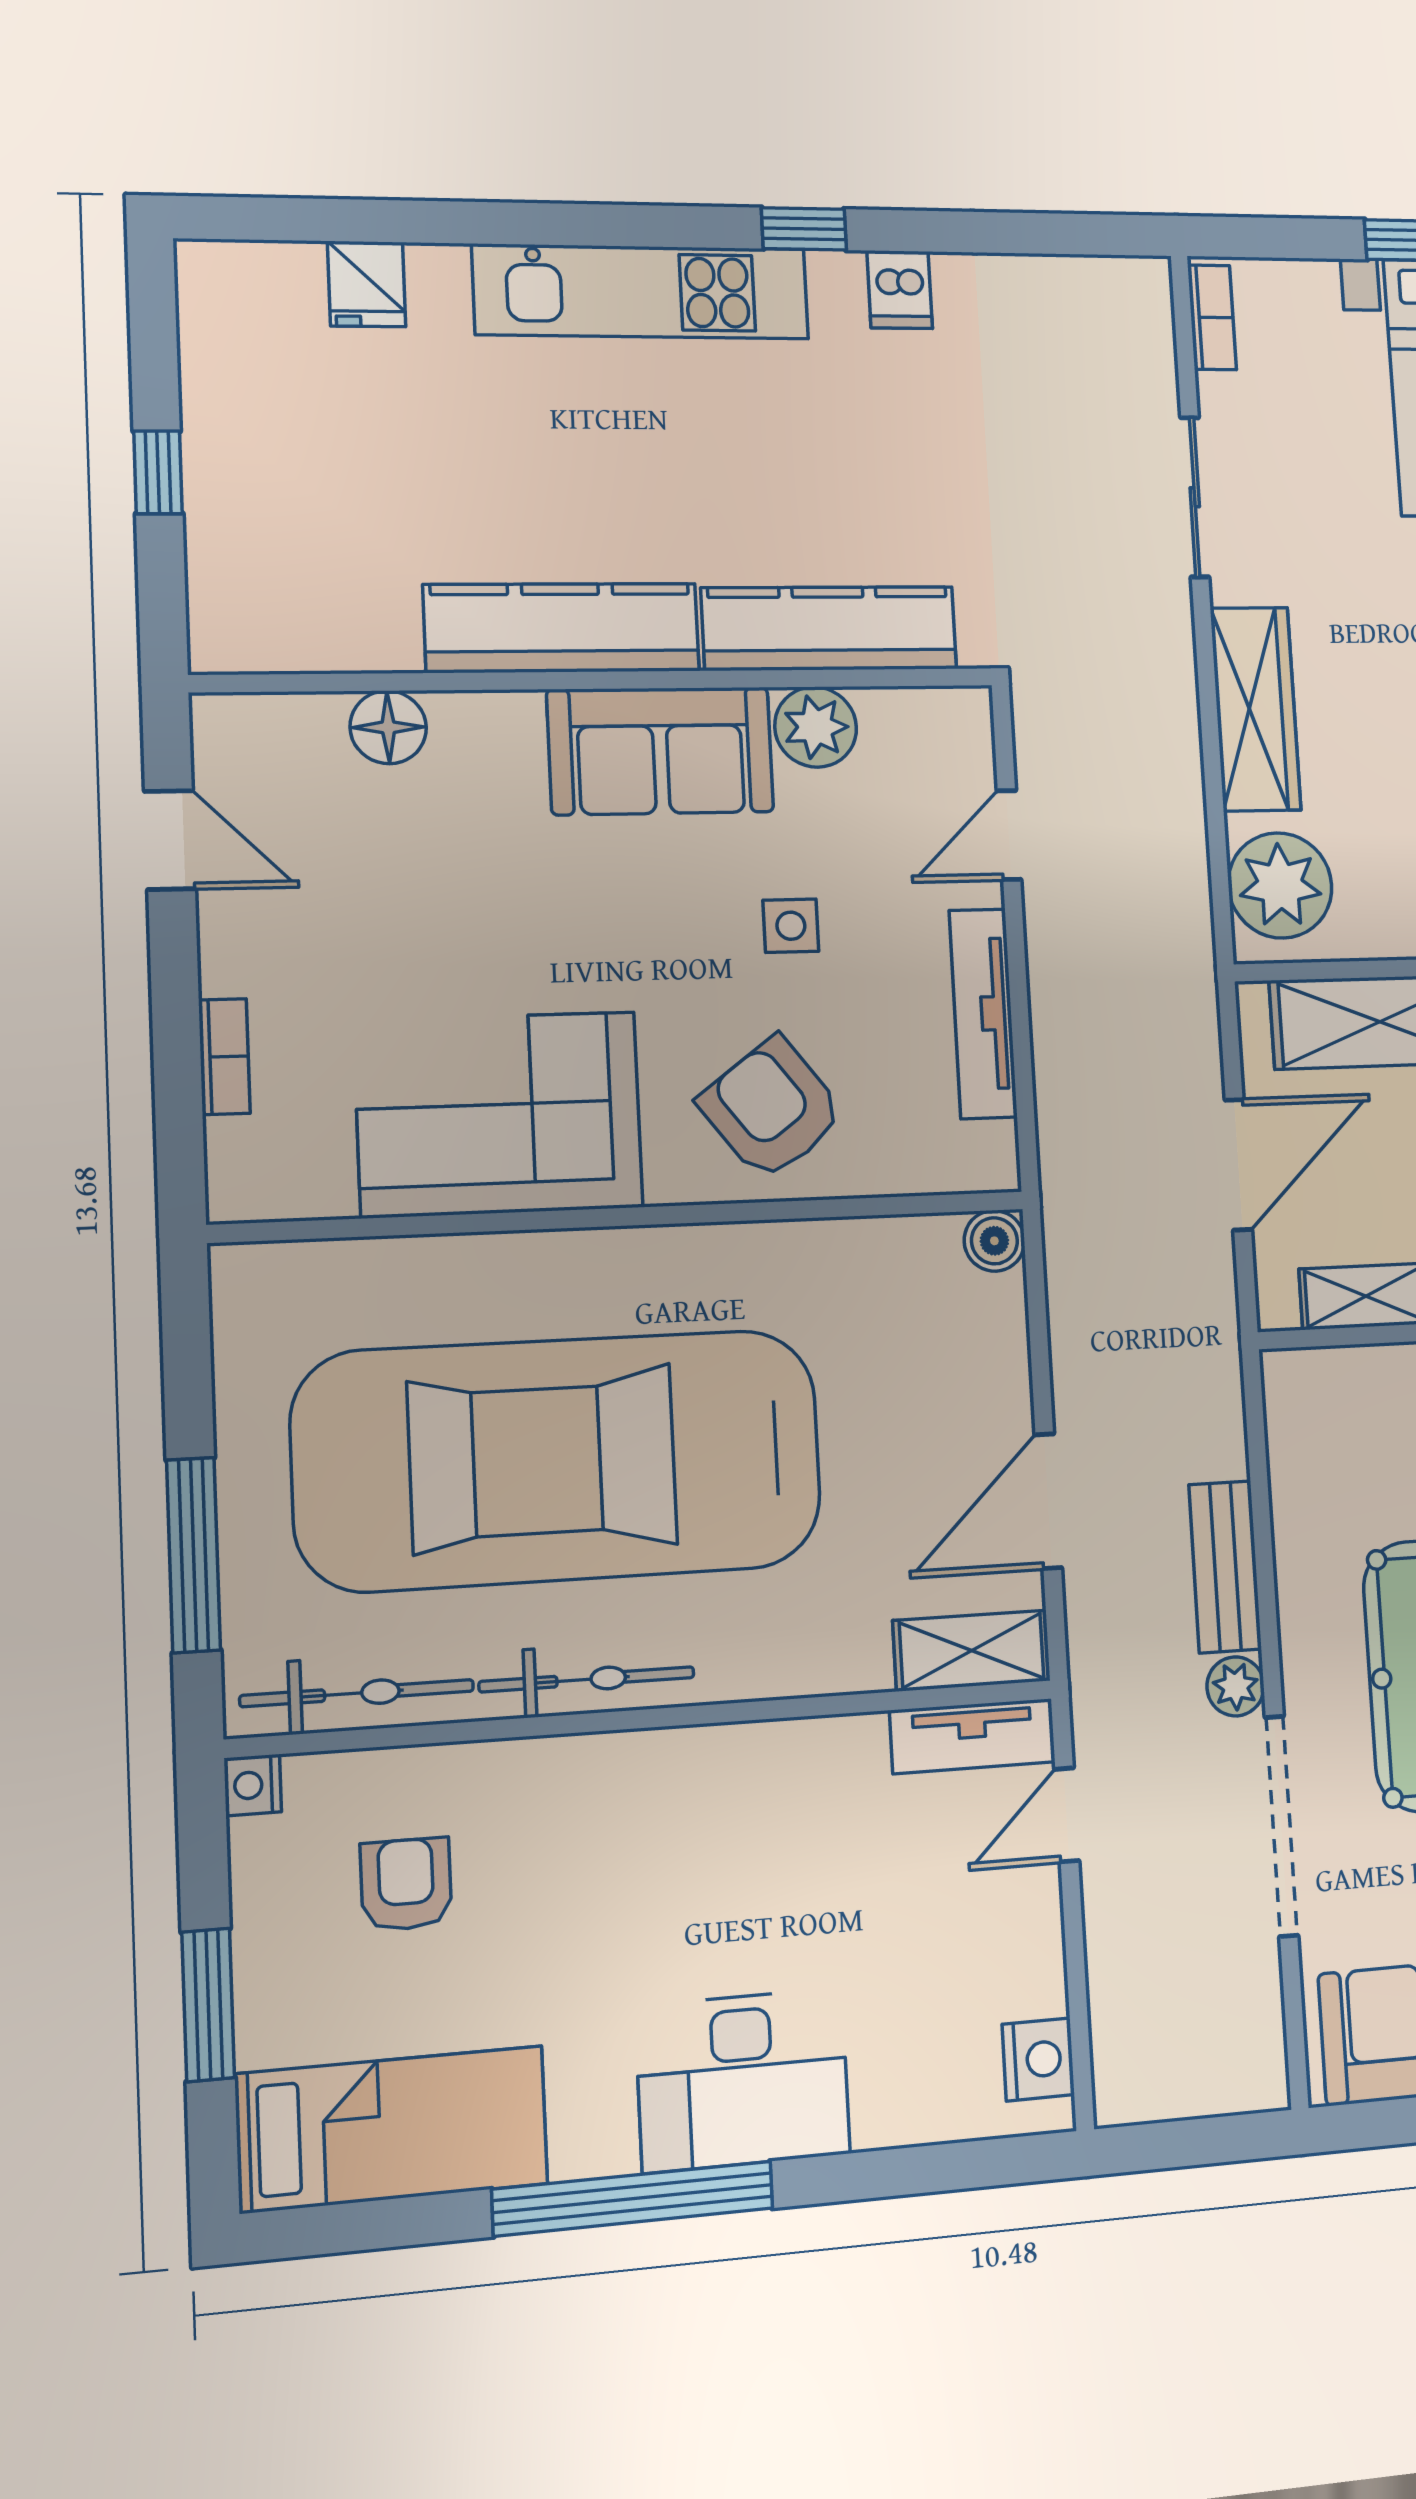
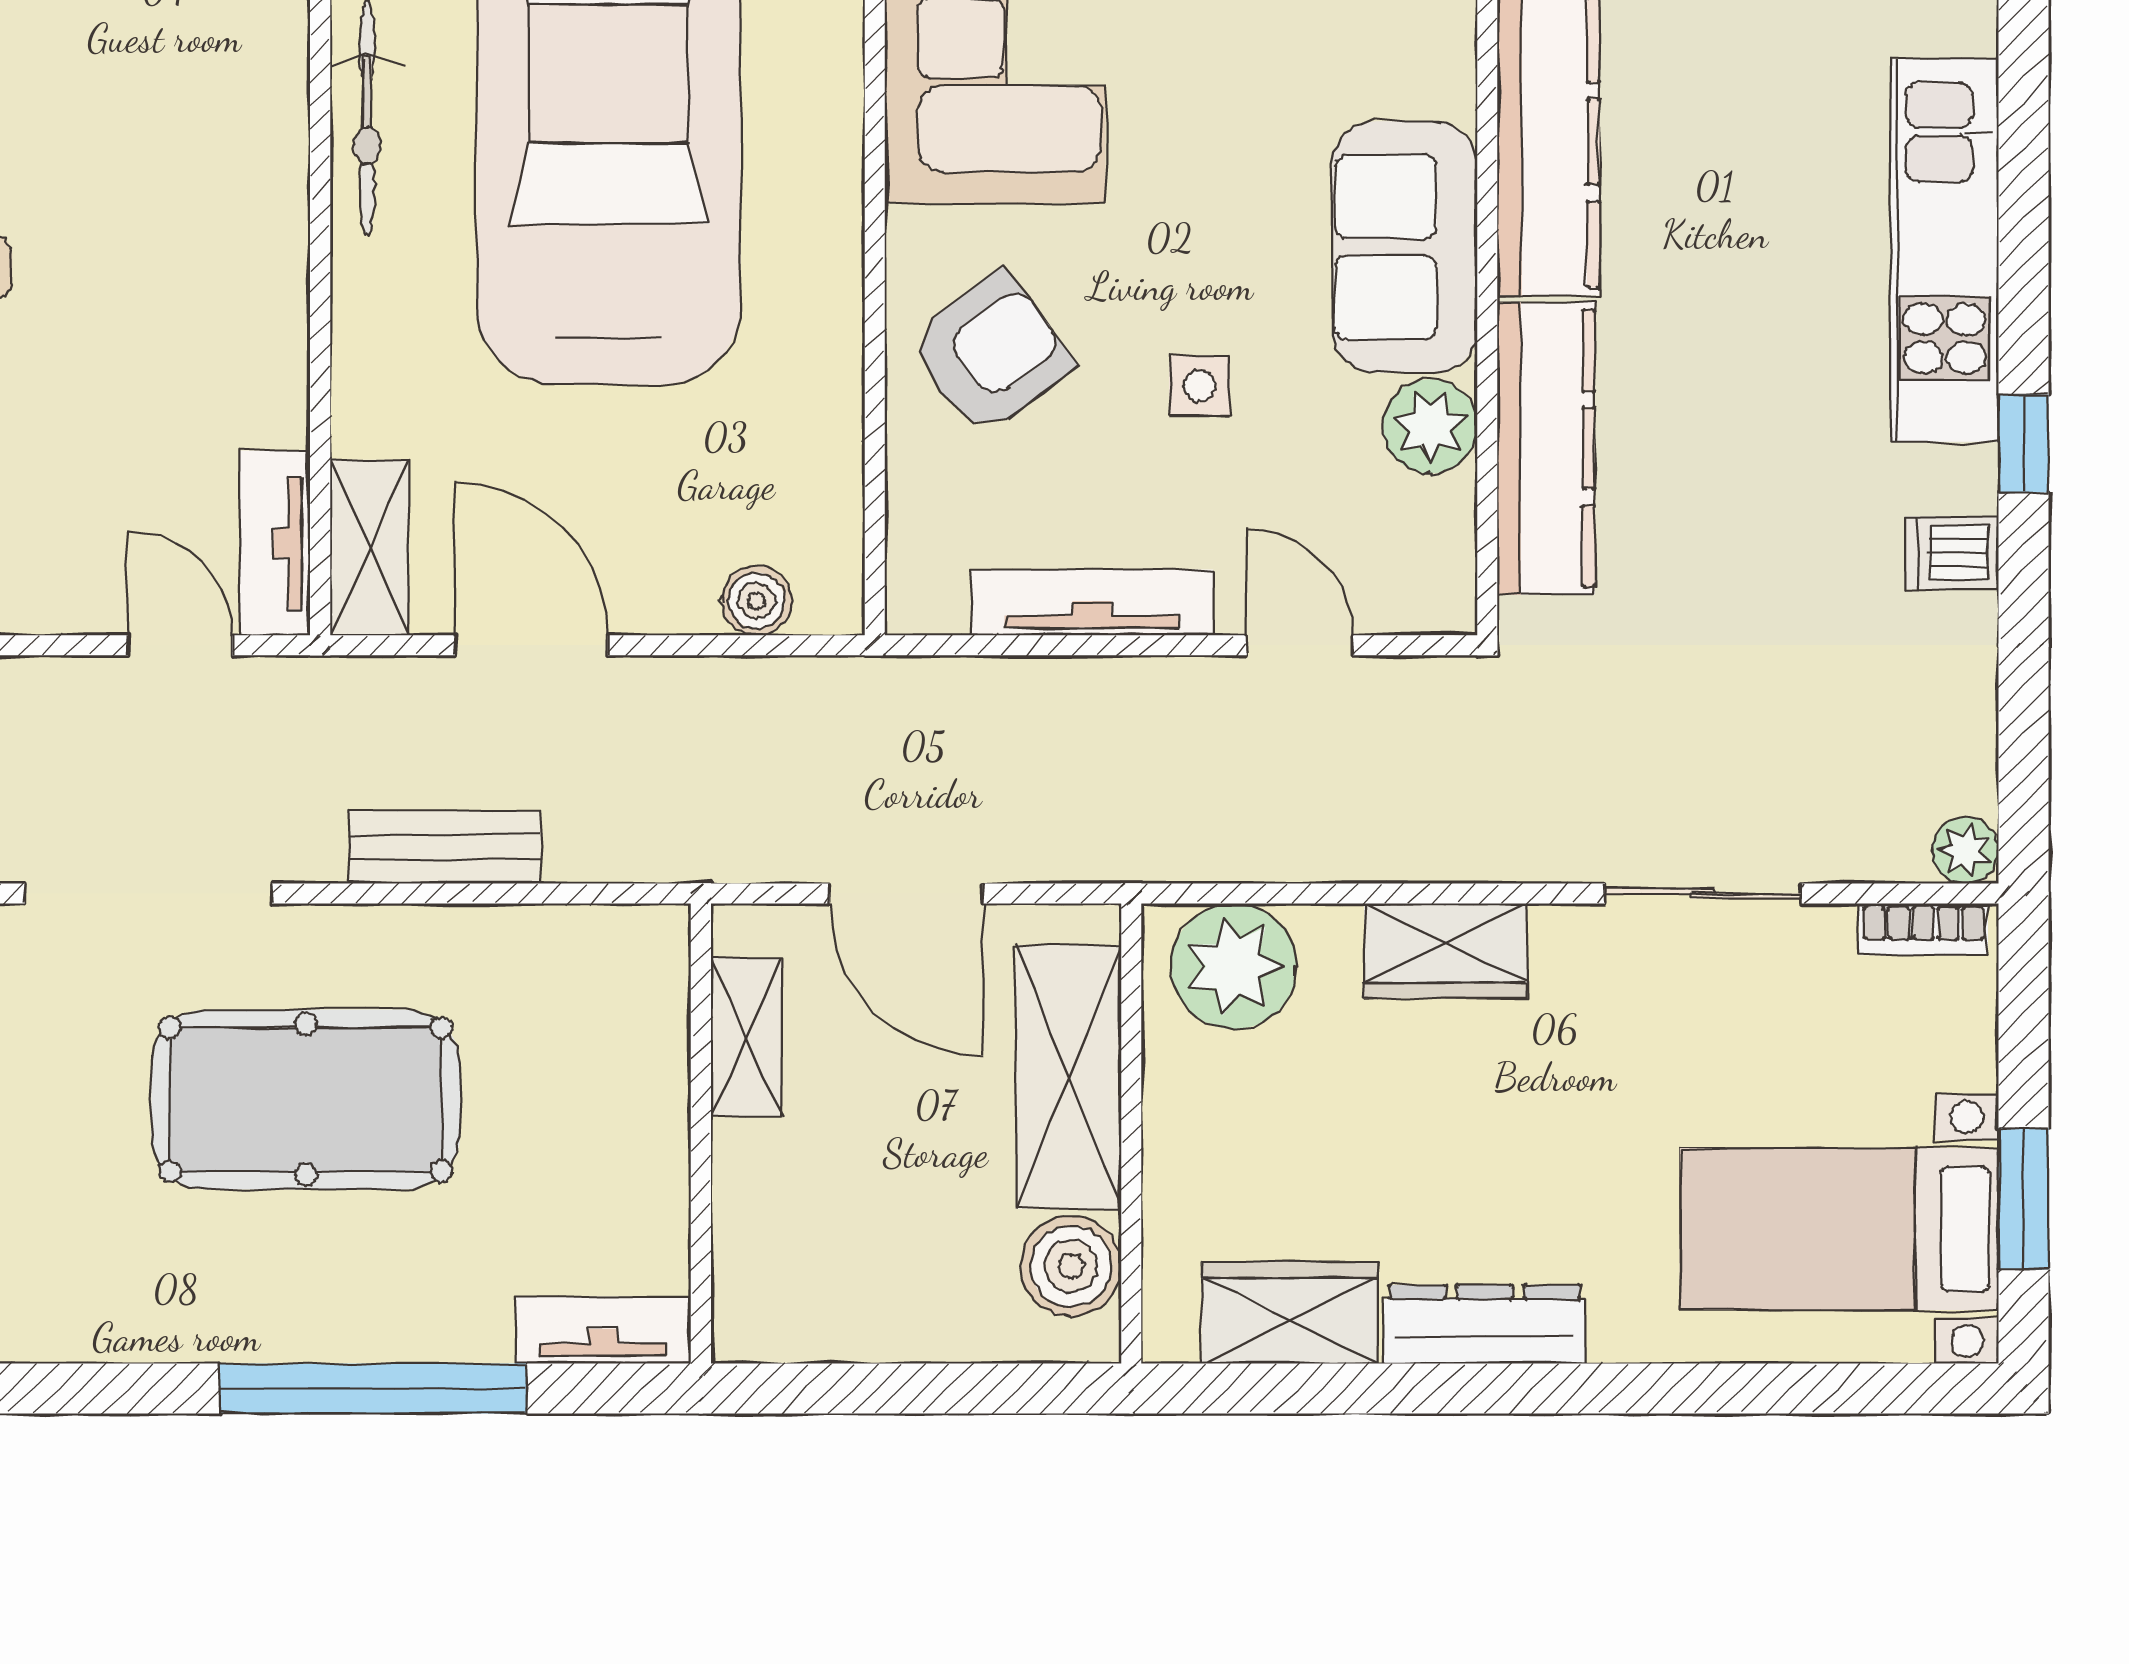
wardrobe: (1255, 709) -> (1446, 951), width x0.67
boiler: (994, 1241) -> (757, 600), moved
plant: (1236, 1686) -> (1965, 850), moved

